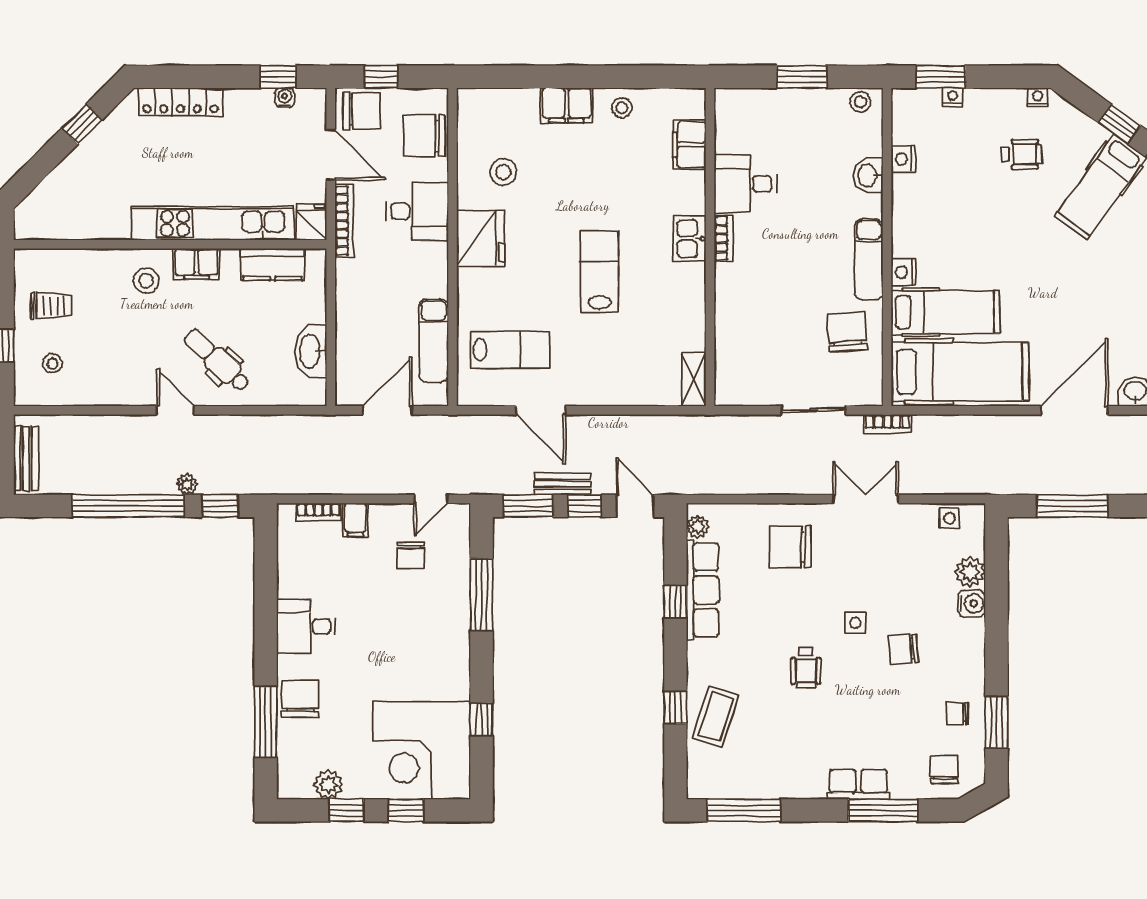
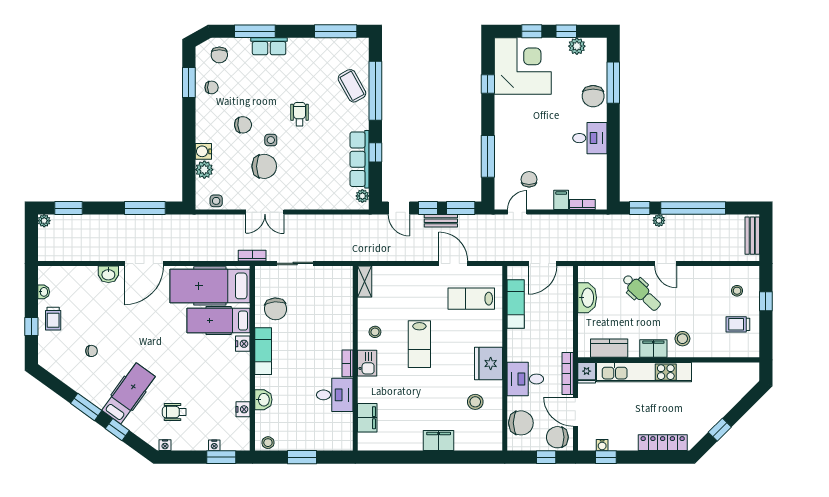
stool: (622, 108) -> (375, 332), moved
chair: (790, 547) -> (264, 166), moved
window: (675, 708) -> (375, 91), width x3.17
coffee table: (716, 716) -> (352, 86), turned -47

